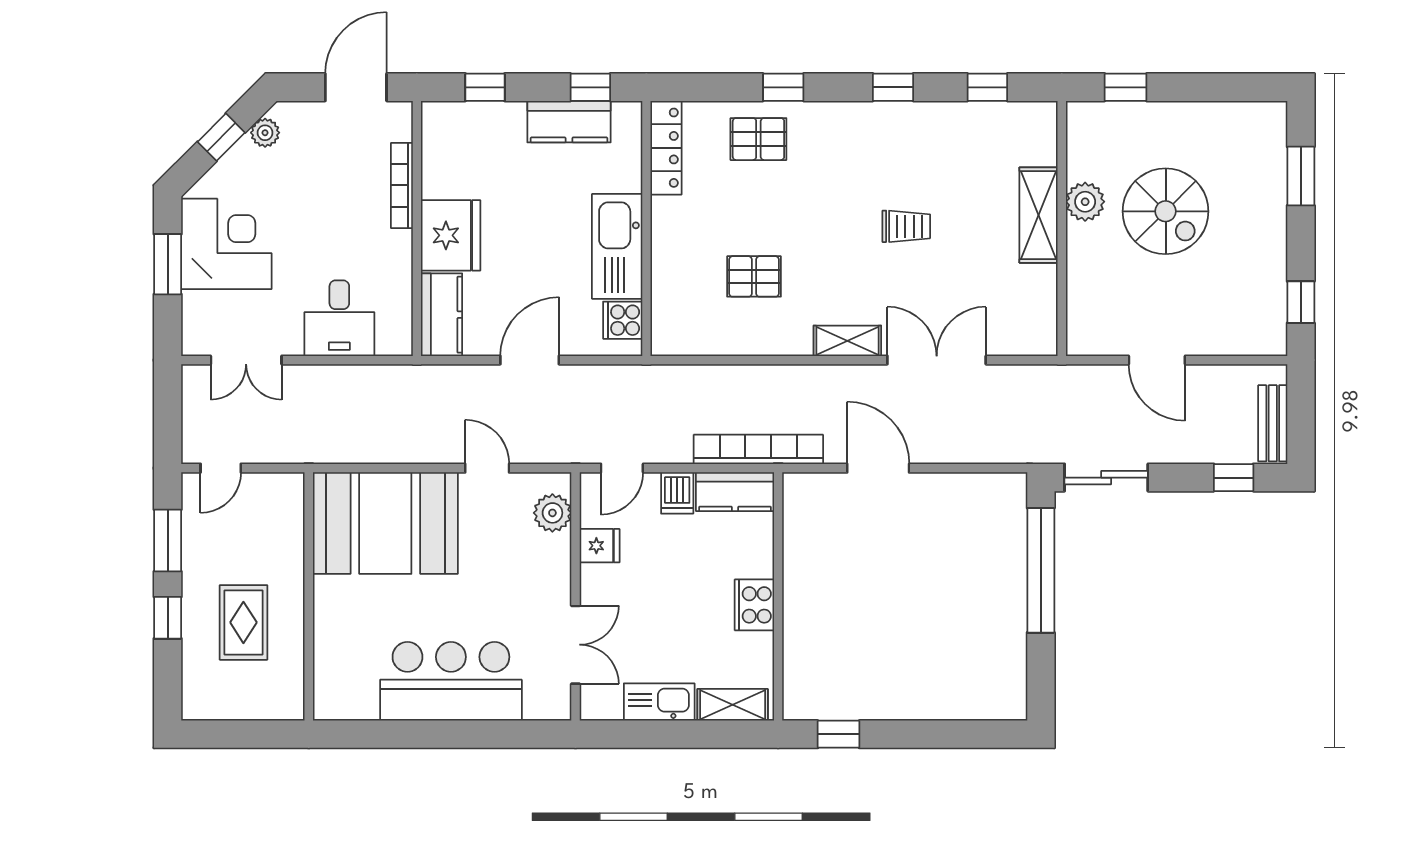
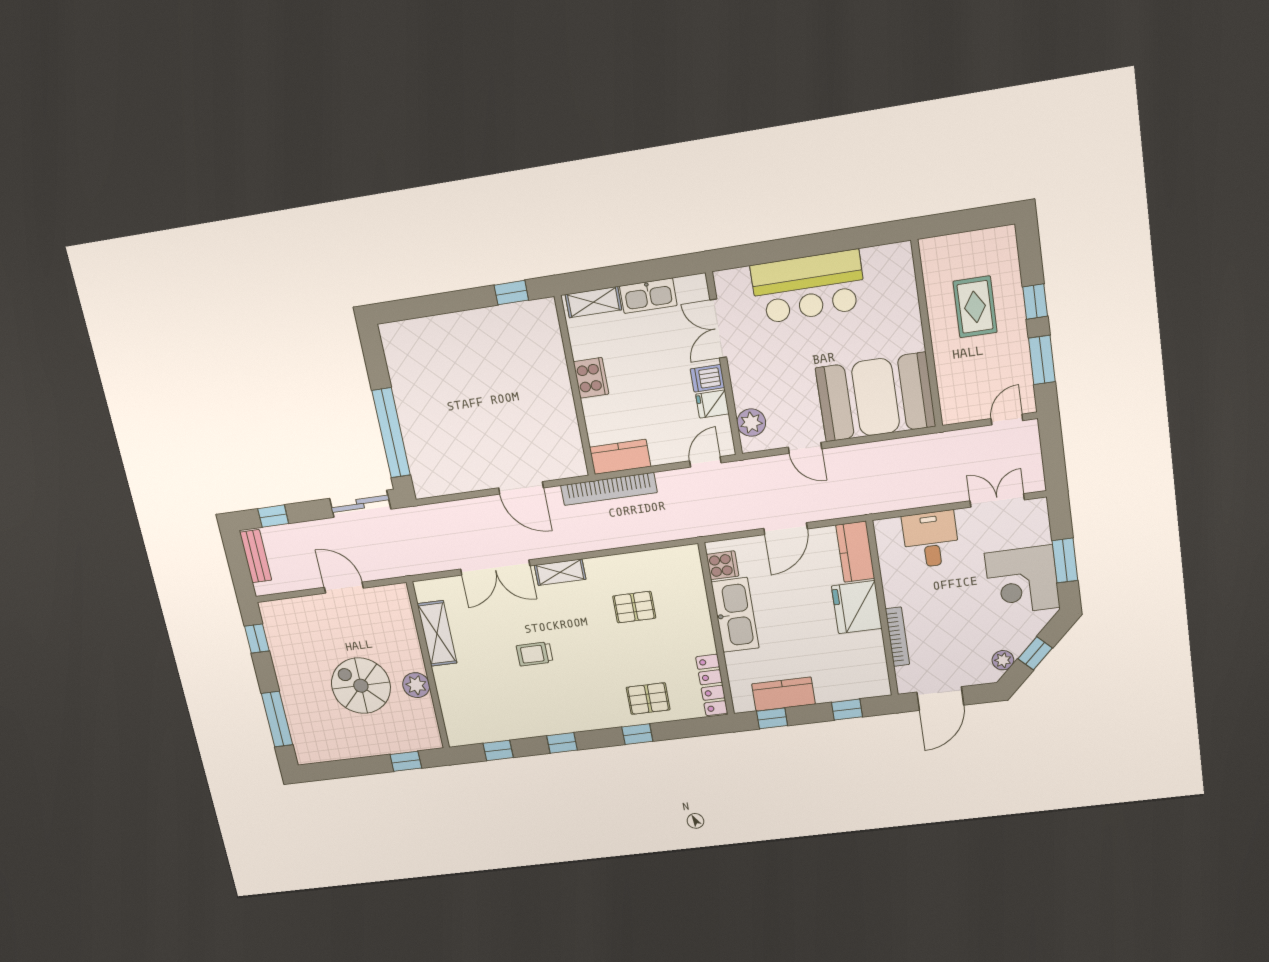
window: (1301, 176) -> (277, 719), width x1.44
shelving: (1039, 215) -> (437, 633), moved
dishwasher: (677, 493) -> (707, 378), moved, turned -90

